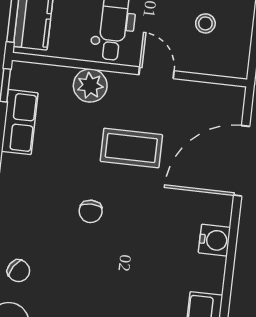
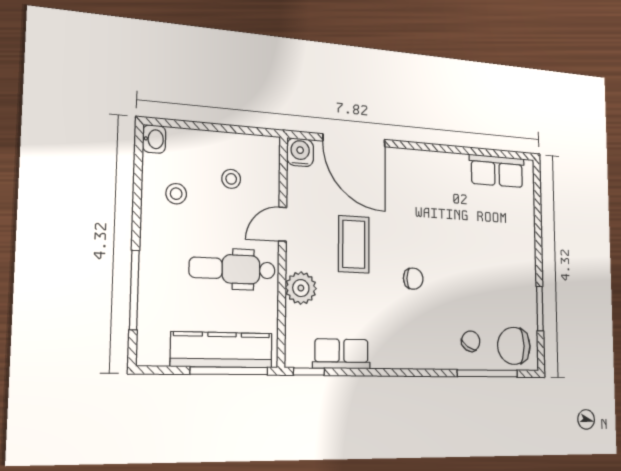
water cooler: (214, 240) -> (300, 152), moved

